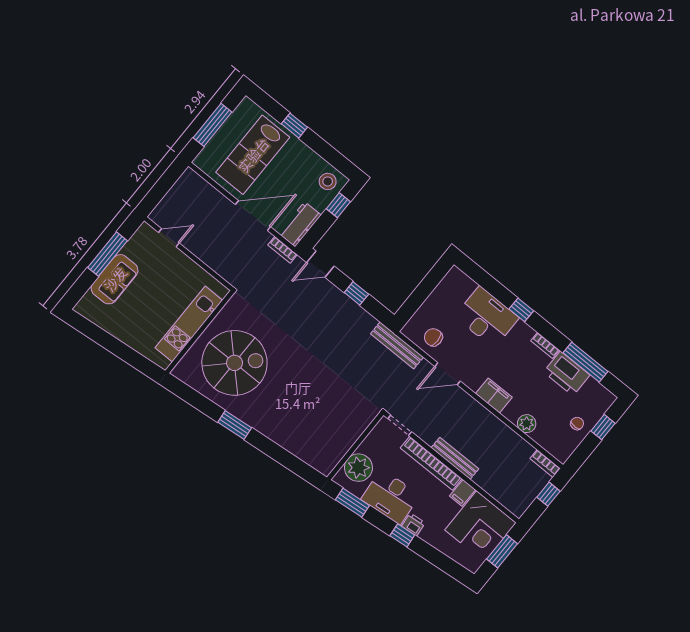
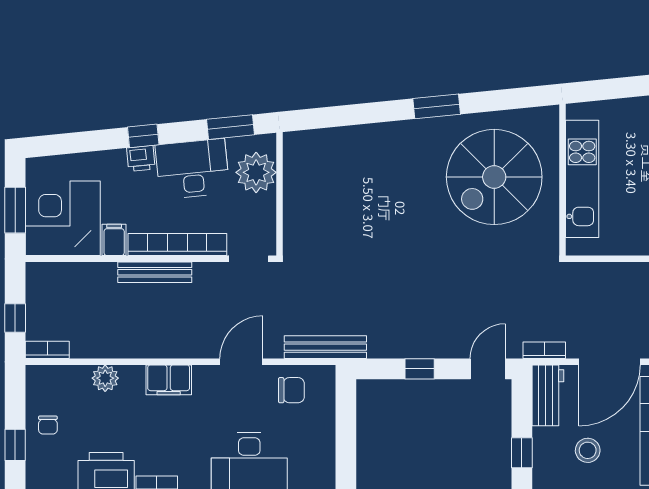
stool: (328, 181) -> (588, 450), moved

